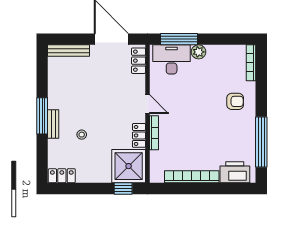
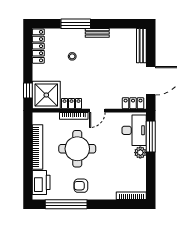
armchair: (235, 101) -> (81, 186), moved, turned 90
window: (42, 116) -> (76, 24), moved
bench: (53, 124) -> (97, 33), moved
round table: (194, 128) -> (77, 149), added
locker: (62, 176) -> (38, 46), width x1.53

